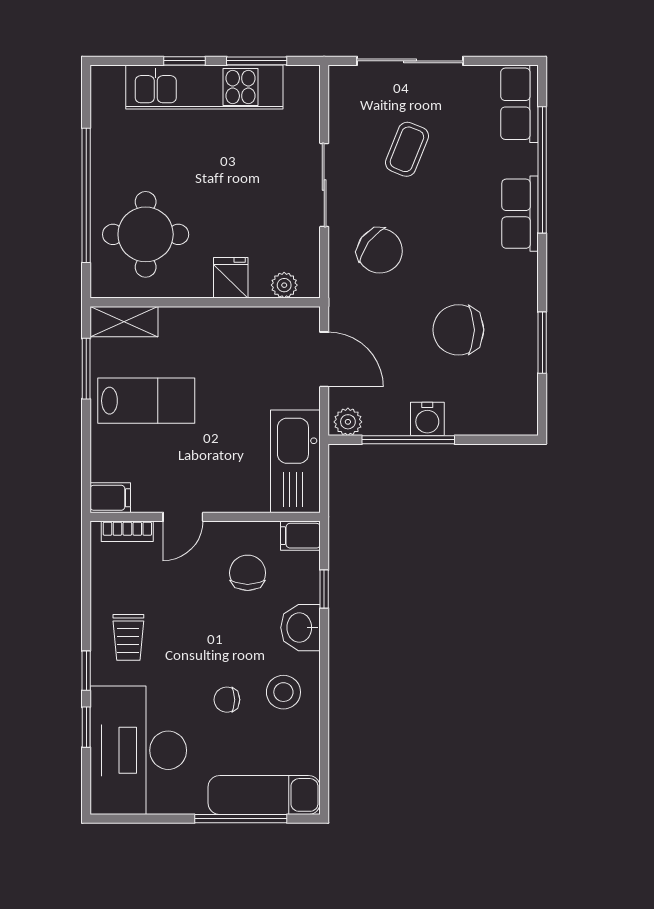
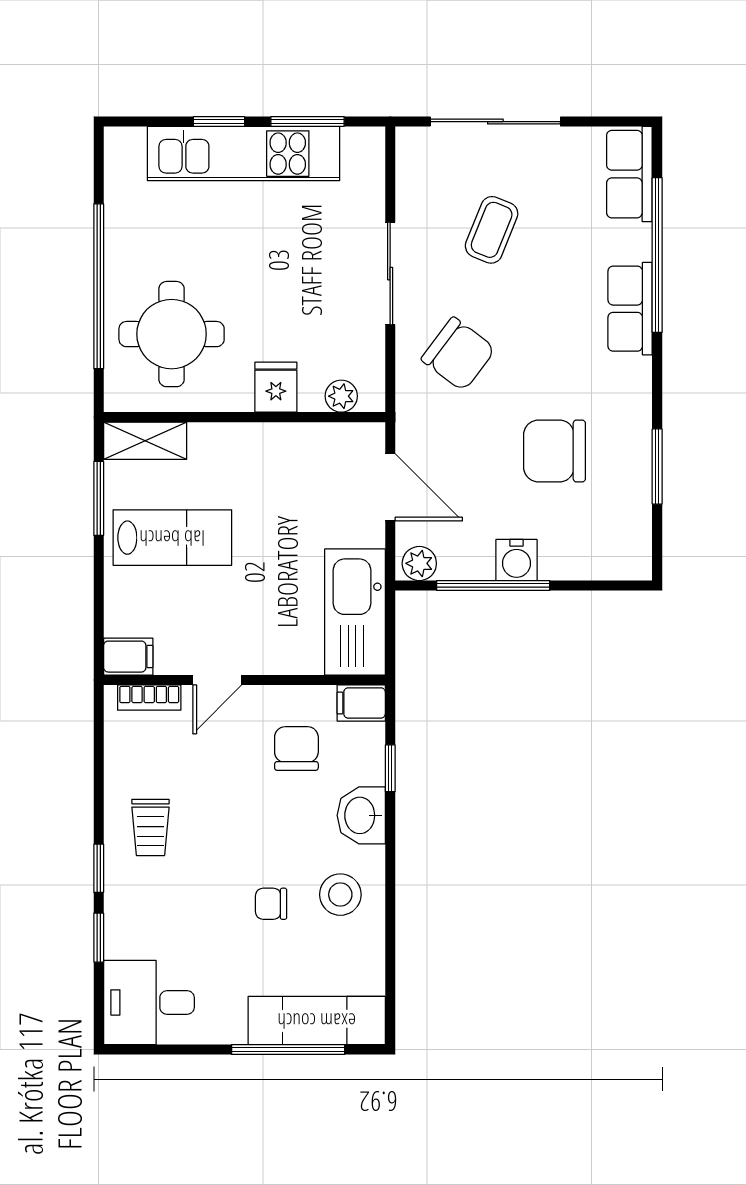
desk: (138, 750) -> (149, 1002), width x0.53, depth x0.77

